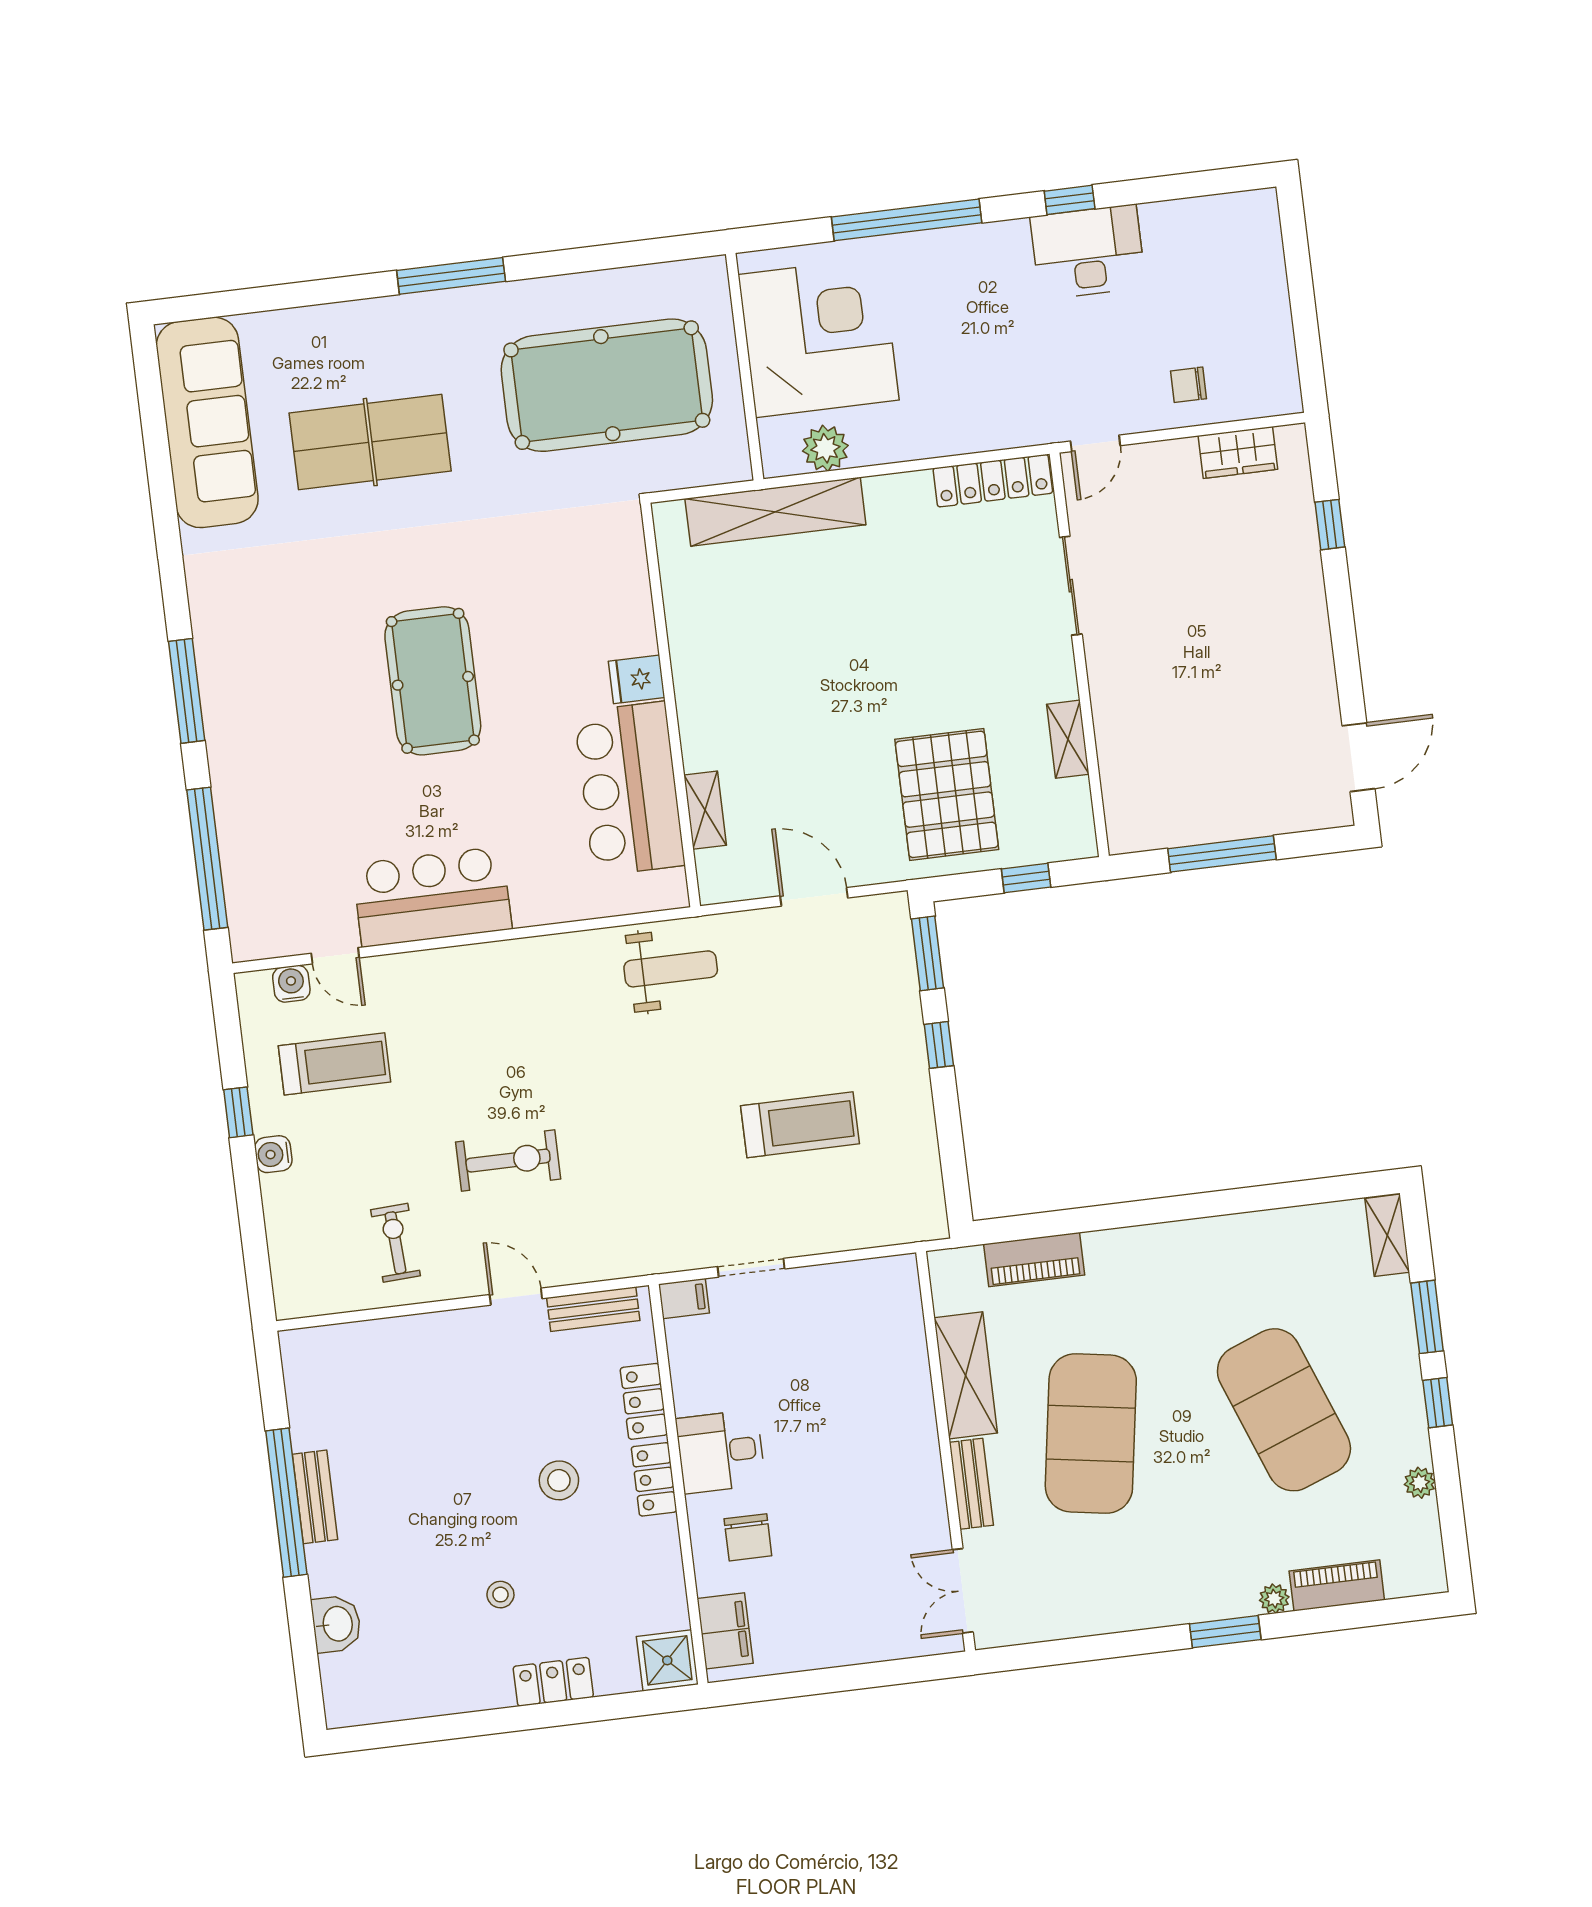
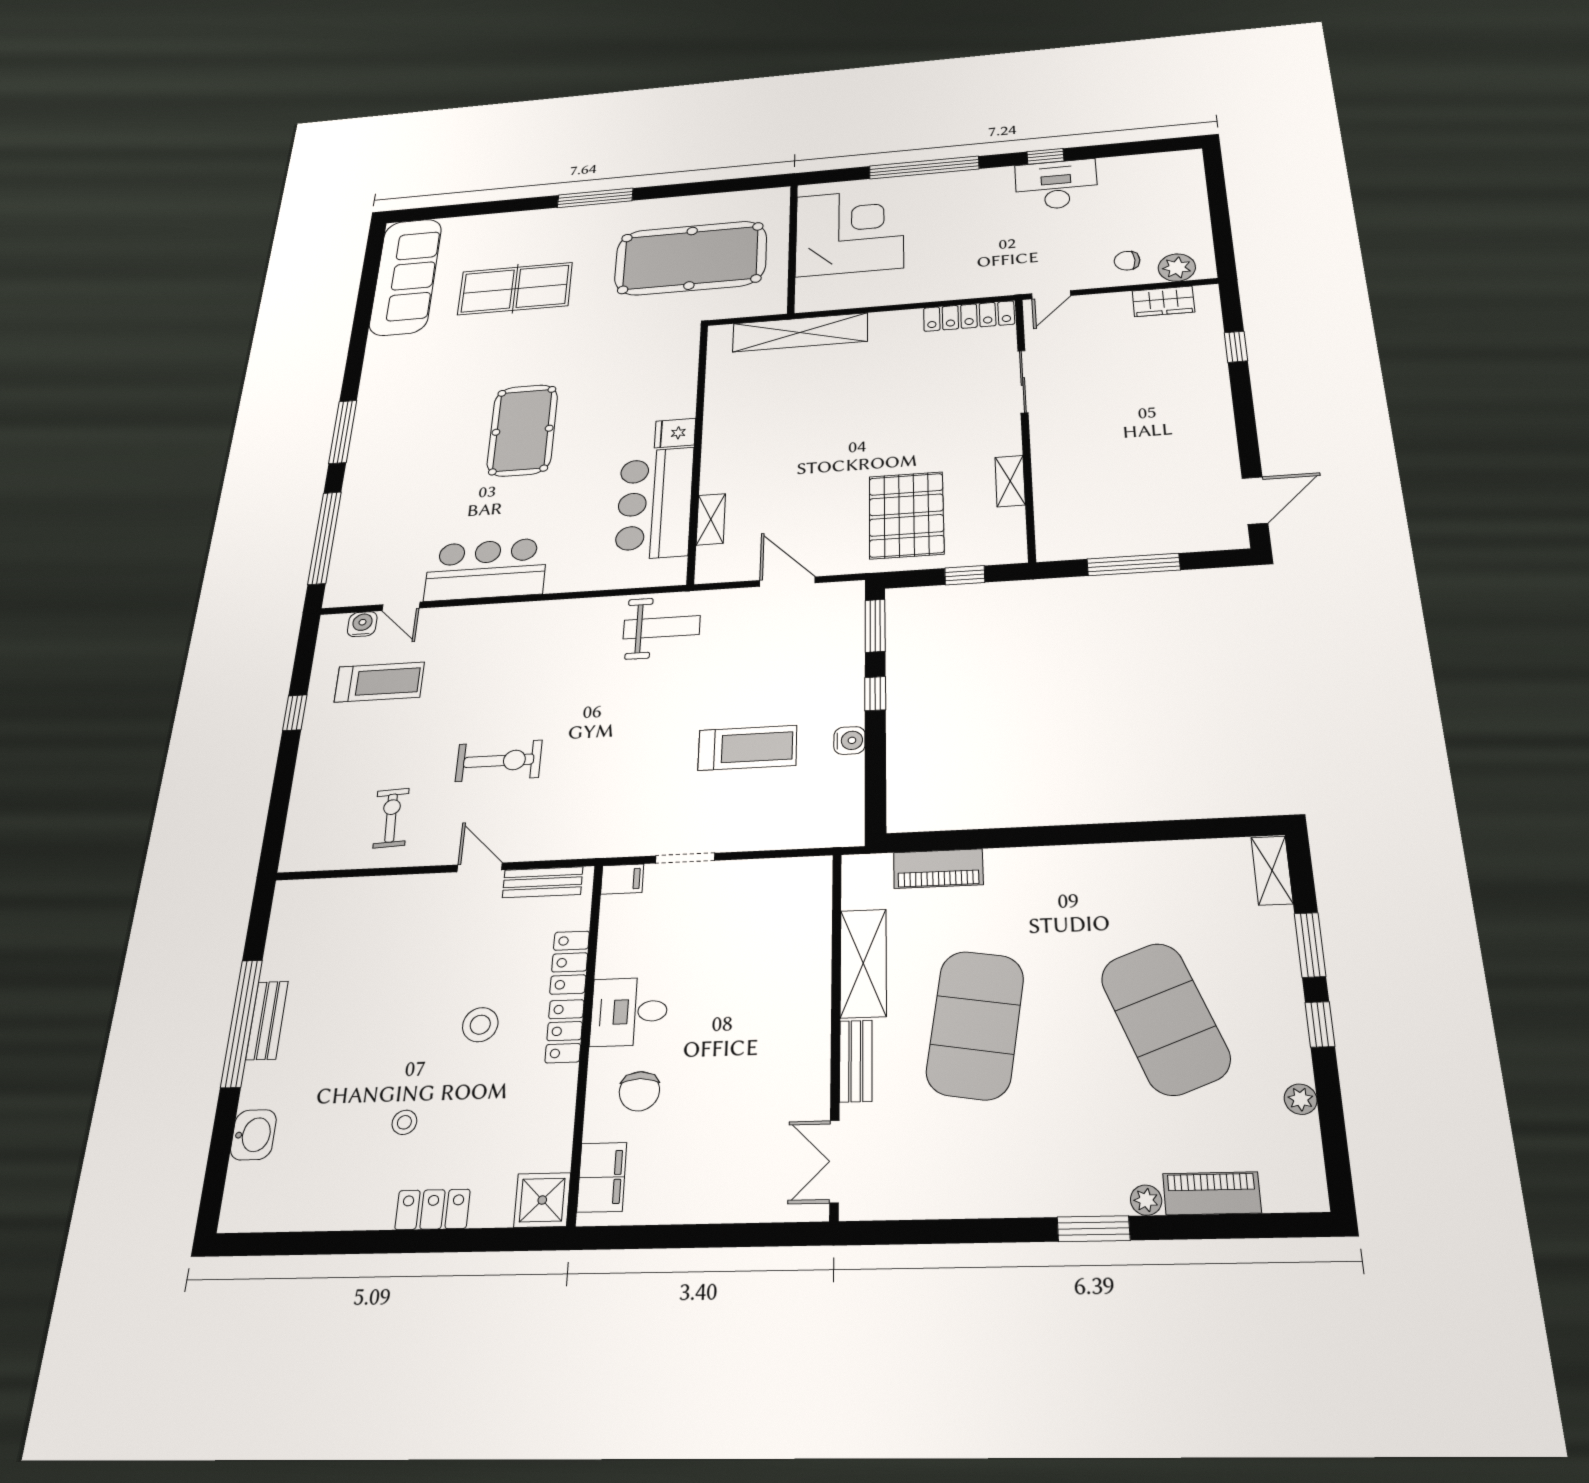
plant: (825, 448) -> (1177, 268), moved
water cooler: (273, 1154) -> (849, 740), moved, turned 180

